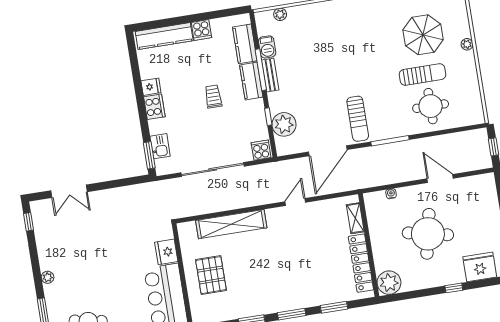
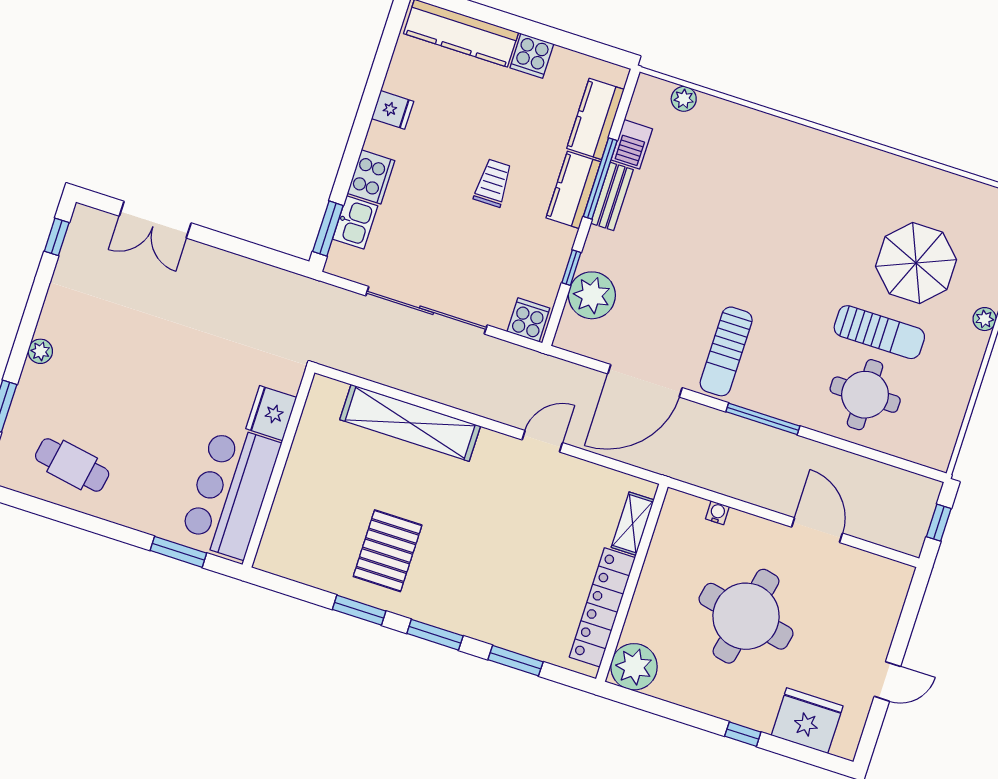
cooker: (154, 107) -> (371, 177), moved
pallet: (211, 275) -> (388, 551), moved

